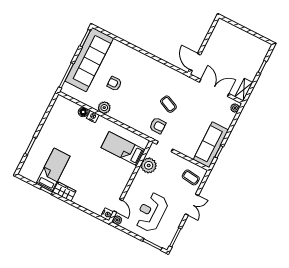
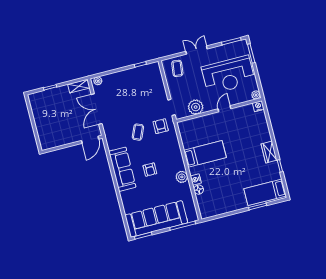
armchair: (114, 84) -> (150, 170), moved
sofa: (211, 145) -> (122, 169), moved, turned -90
bed: (123, 149) -> (205, 154), moved, turned -90
bed: (53, 170) -> (265, 192), moved
door: (118, 206) -> (224, 109), moved
reception desk: (151, 212) -> (228, 75), width x1.36, depth x1.30

